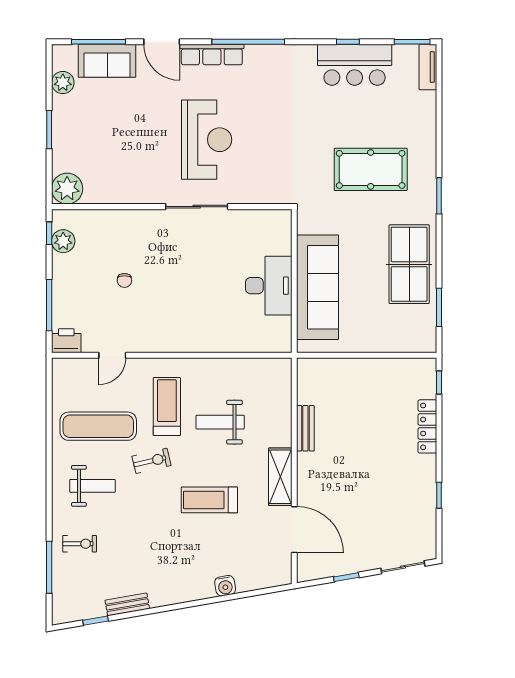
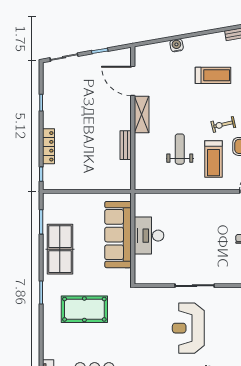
weight bench: (220, 422) -> (180, 149), turned -90
treadmill: (209, 500) -> (213, 75), moved

